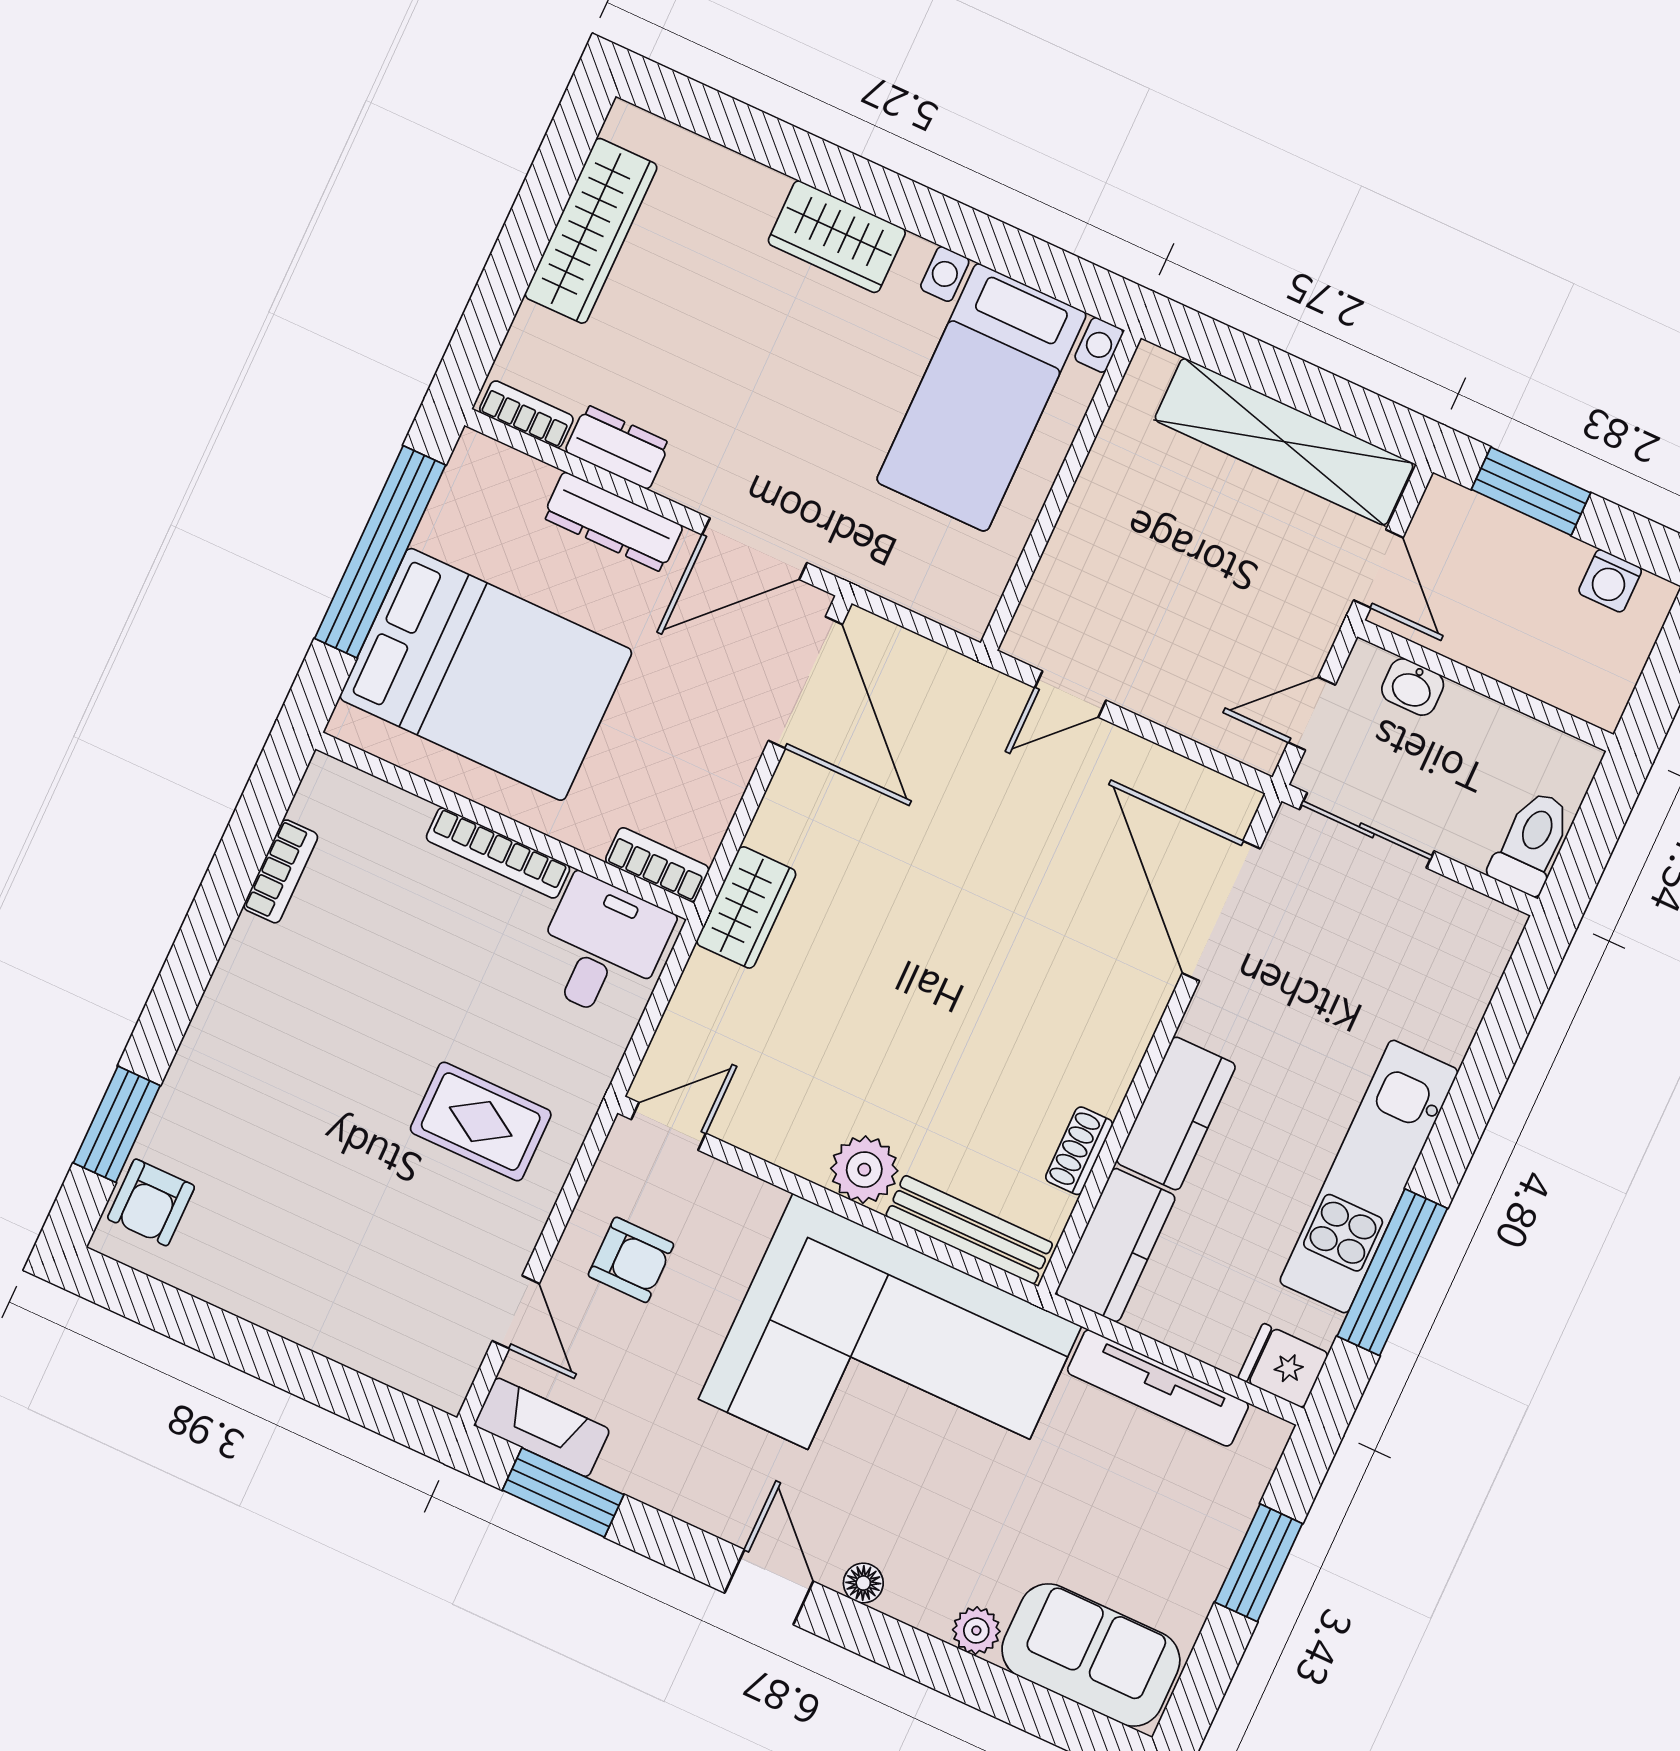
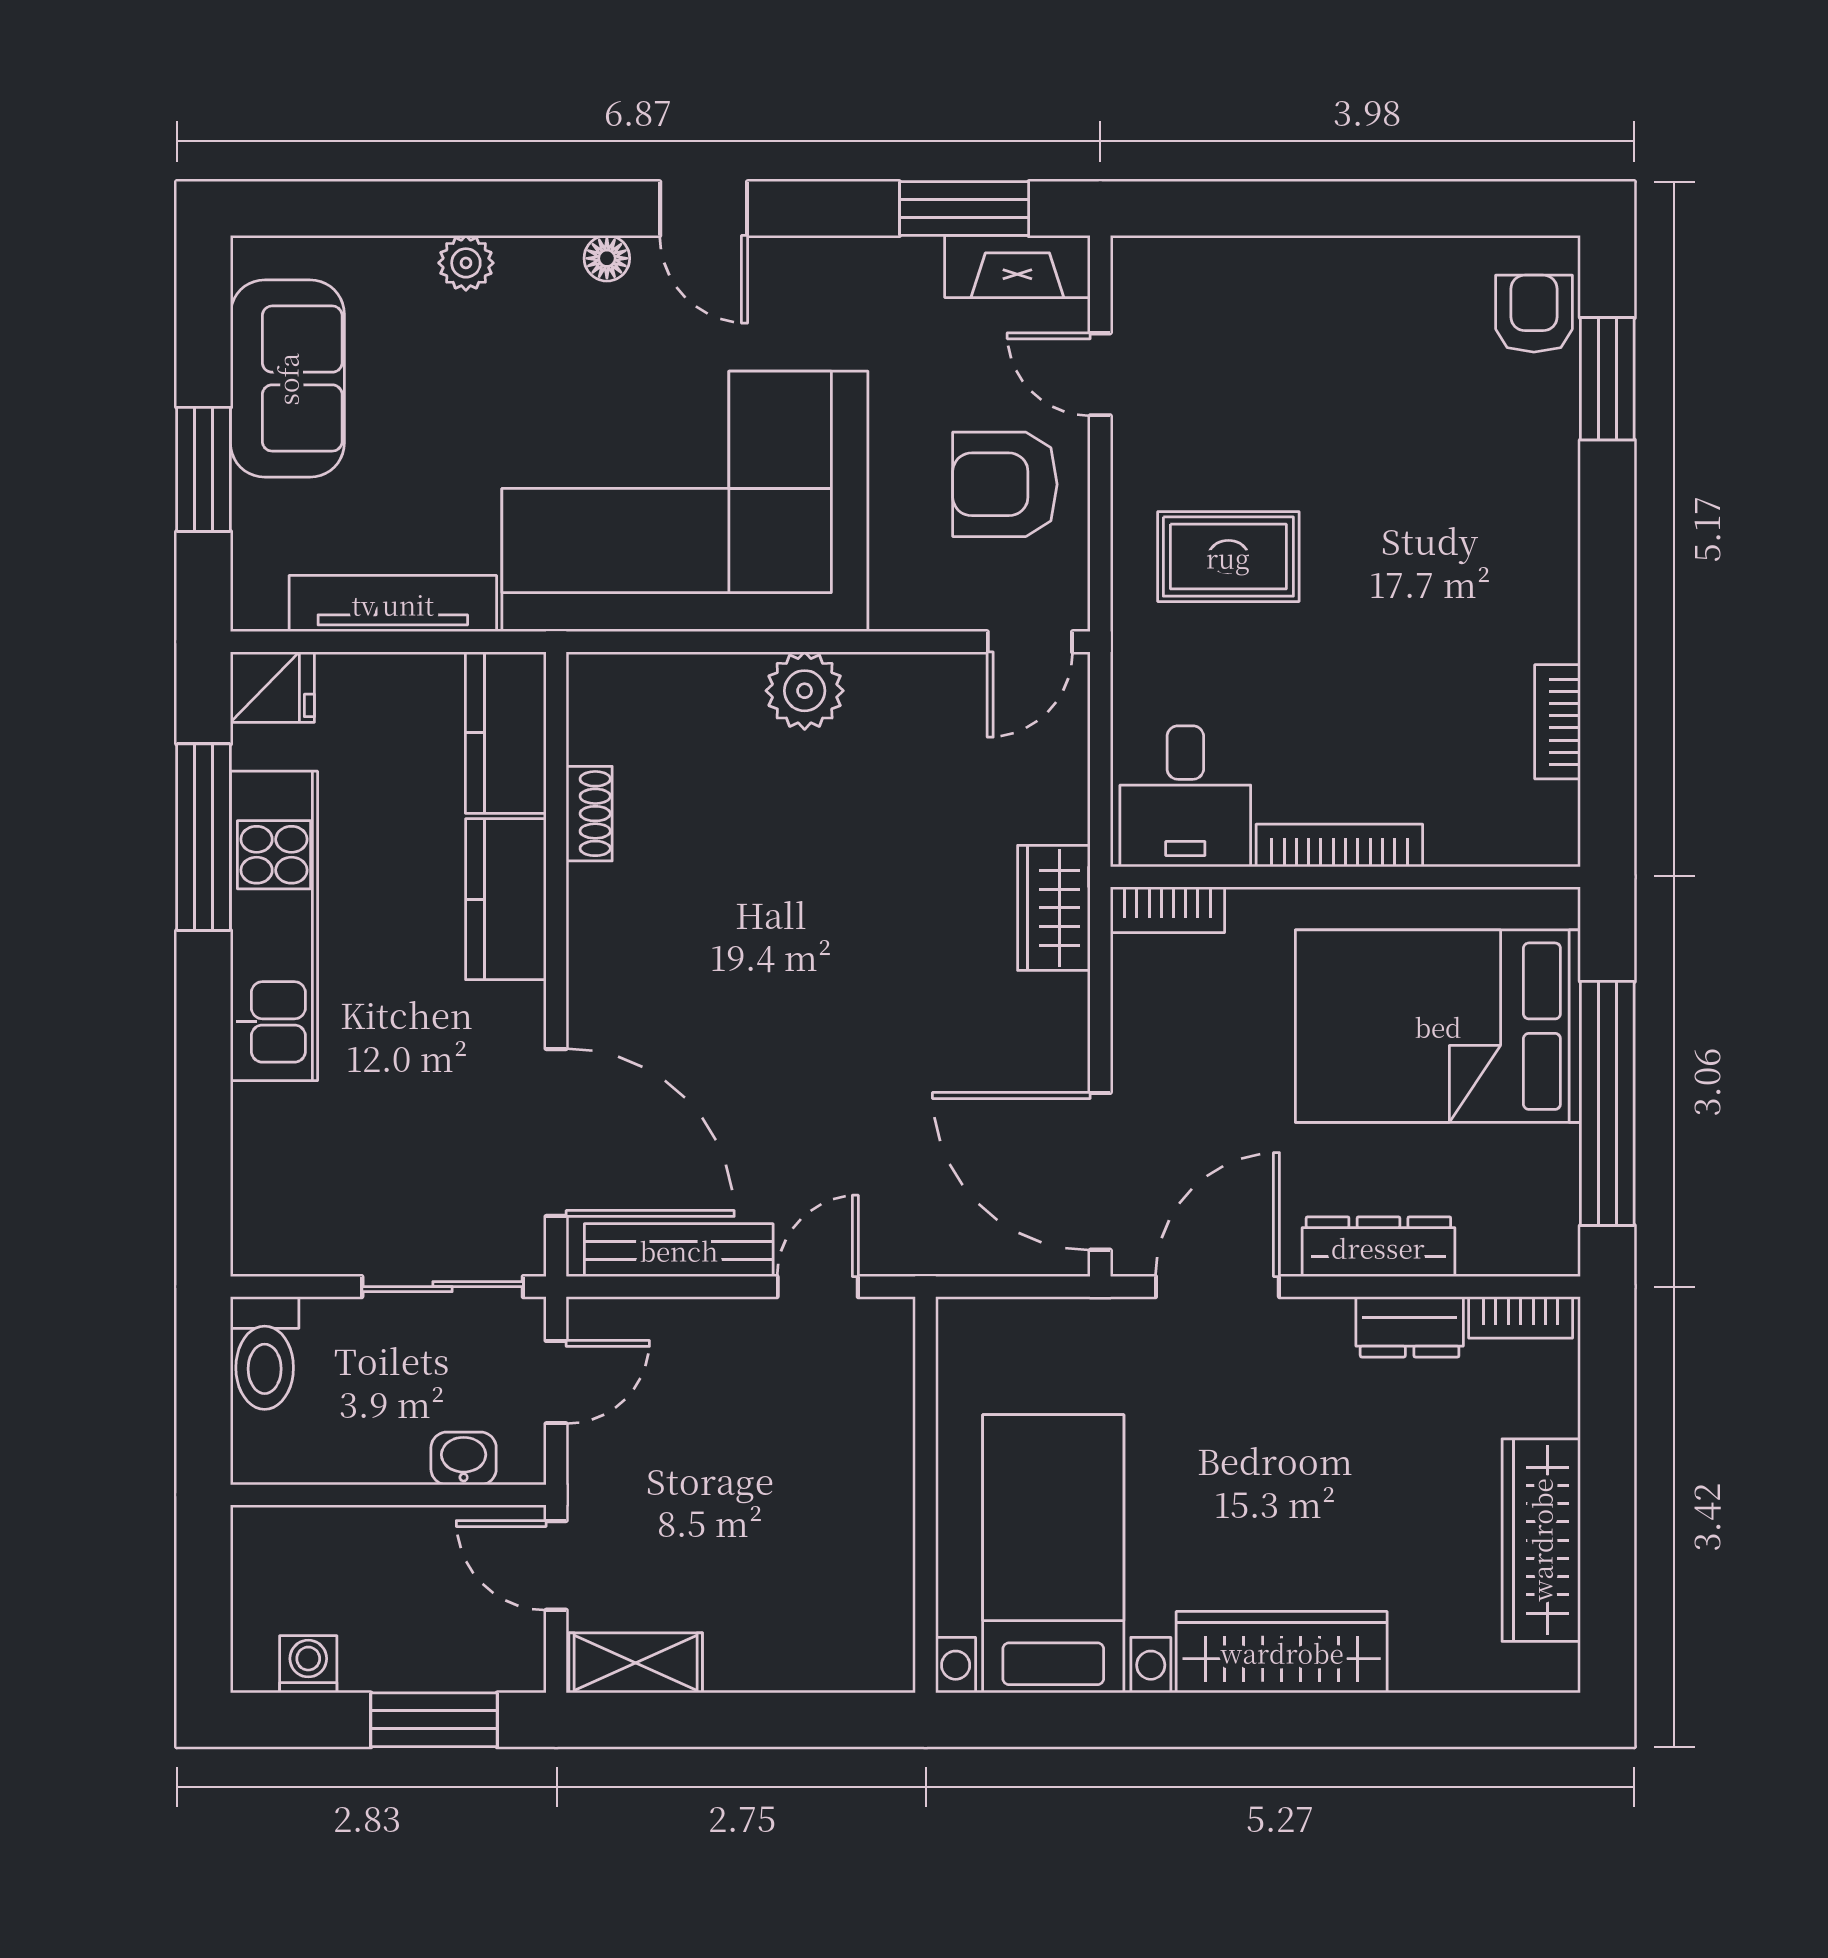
wardrobe: (837, 237) -> (1282, 1652), width x1.50
shelving: (1284, 442) -> (636, 1663), width x0.45, depth x0.75
bench: (969, 1230) -> (679, 1250), moved
armchair: (631, 1260) -> (1005, 484), width x1.38, depth x1.38
sofa: (1091, 1655) -> (287, 379), moved, turned -90

